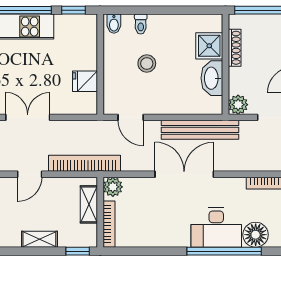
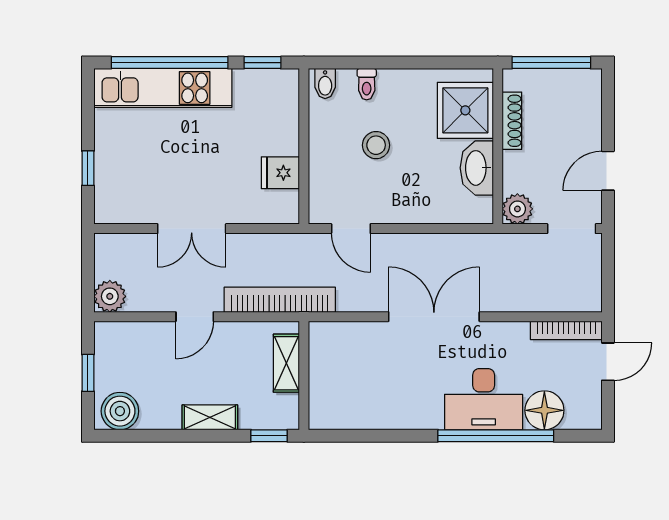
shower: (209, 46) -> (465, 110), width x1.36, depth x1.36
double door: (28, 117) -> (192, 229), swing flipped
bench: (200, 130) -> (458, 248), removed
plant: (113, 187) -> (323, 336), removed
bookcase: (109, 224) -> (317, 394), removed

